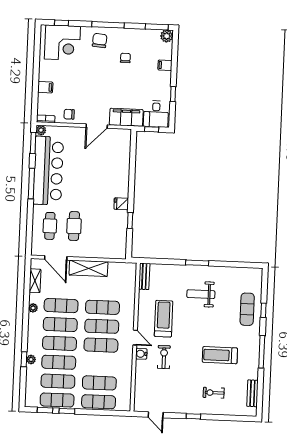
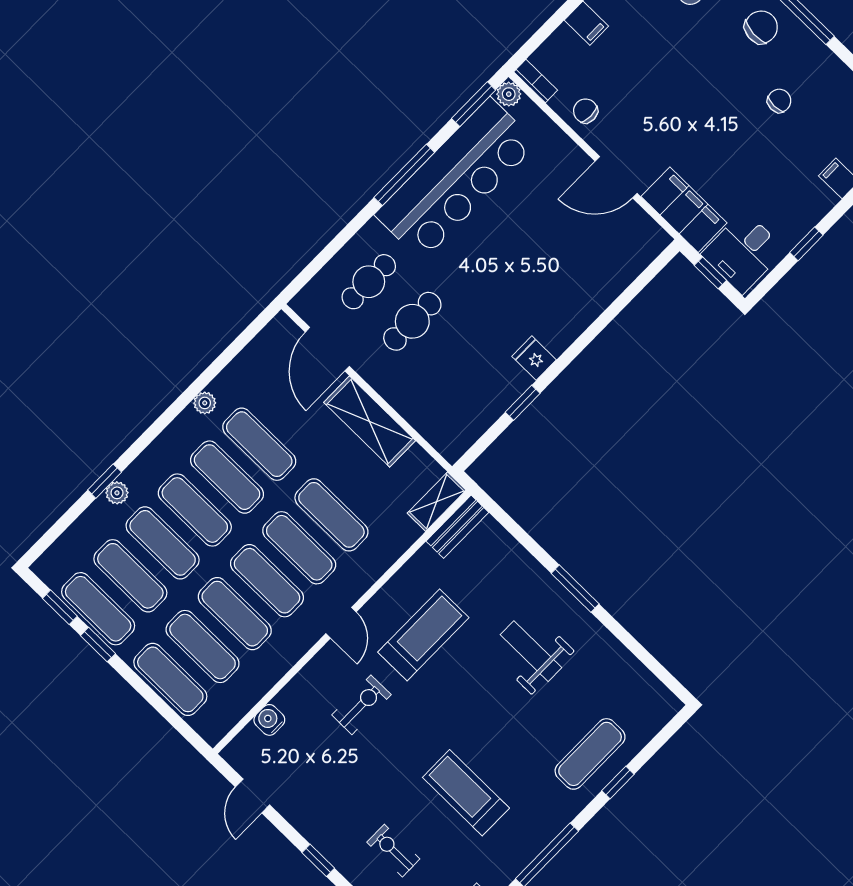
shelving: (35, 281) -> (437, 502), moved
water cooler: (141, 354) -> (269, 720), moved
exercise mat: (100, 364) -> (235, 614), added

